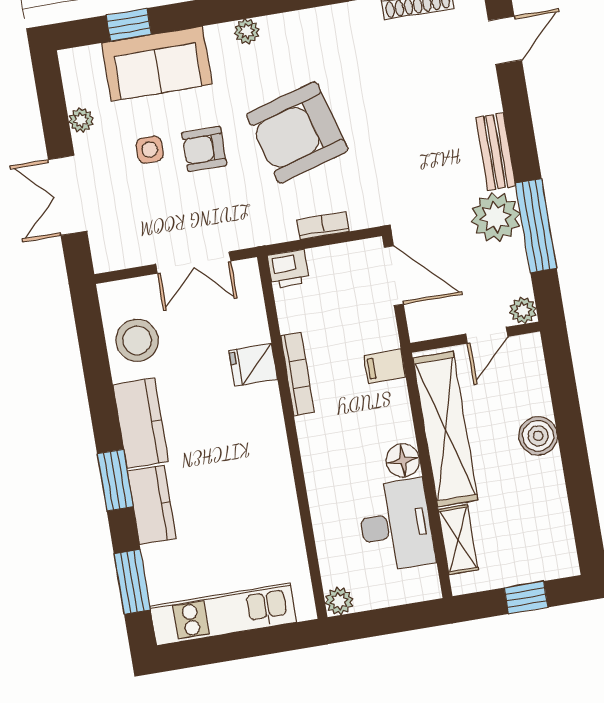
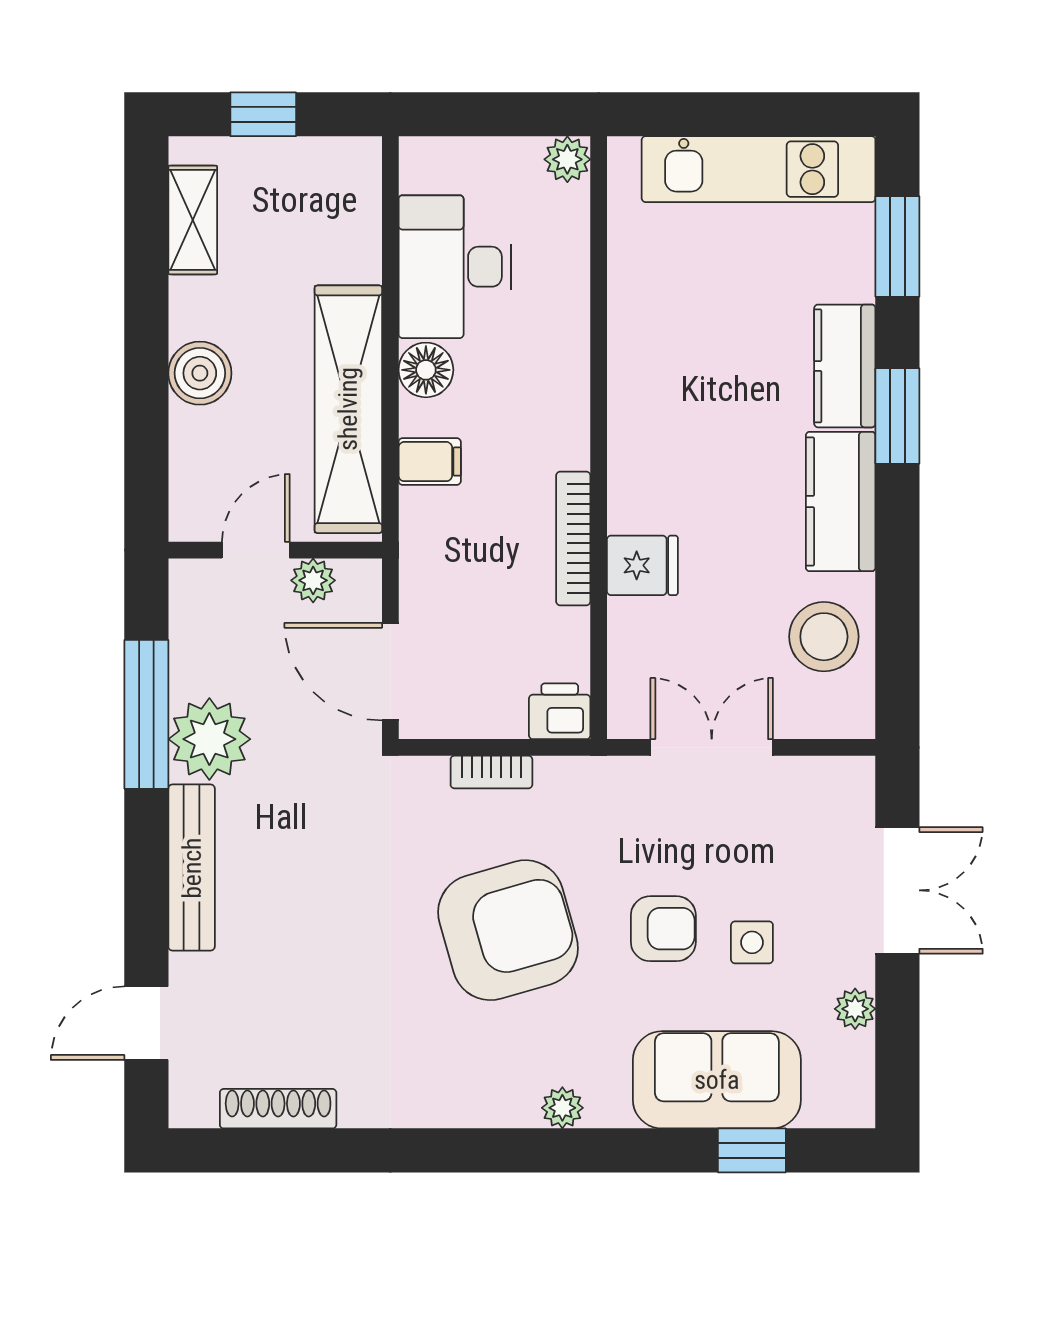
bench: (496, 152) -> (192, 868), width x1.36
plant: (523, 310) -> (313, 580), moved
filing cabinet: (385, 366) -> (430, 462), moved
shelving: (458, 540) -> (193, 220), moved

